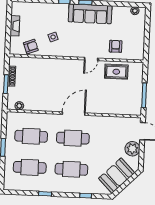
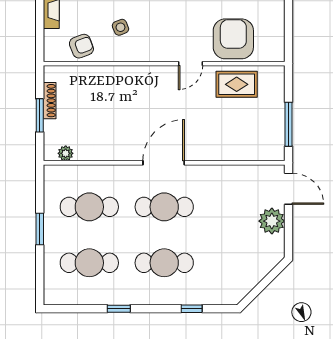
armchair: (116, 46) -> (233, 39), width x1.88, depth x1.88
booth: (117, 176) -> (246, 270), removed

